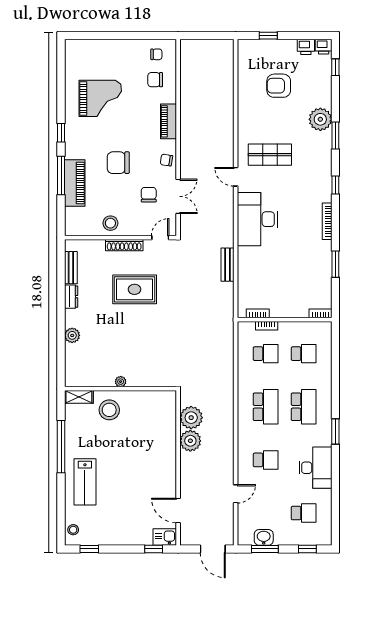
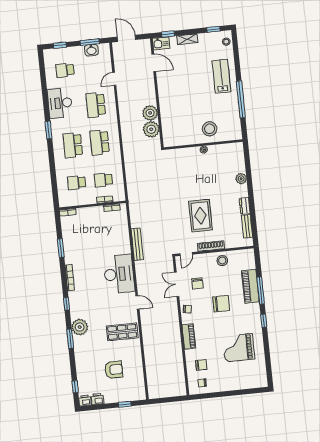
plant: (320, 119) -> (80, 327), moved
shop shelf: (270, 155) -> (122, 332), moved
bench: (228, 265) -> (137, 244), width x1.36
rug: (135, 289) -> (201, 216), turned 90
shelving: (79, 397) -> (187, 39), moved
school desk: (266, 460) -> (96, 105), width x1.85

